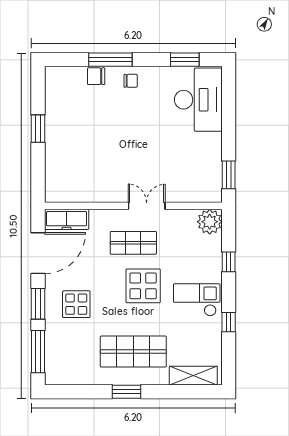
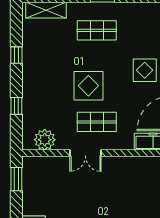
plant: (210, 222) -> (45, 140), moved
checkout: (197, 300) -> (43, 74), removed
shop shelf: (133, 352) -> (97, 30), width x0.70, depth x0.74

